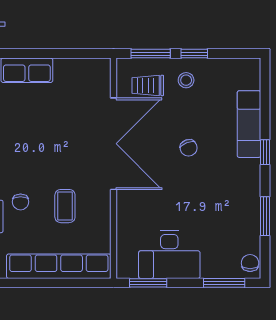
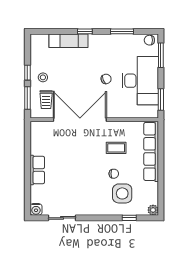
chair: (189, 148) -> (106, 79), moved
desk: (169, 255) -> (140, 81), width x1.36, depth x1.30

